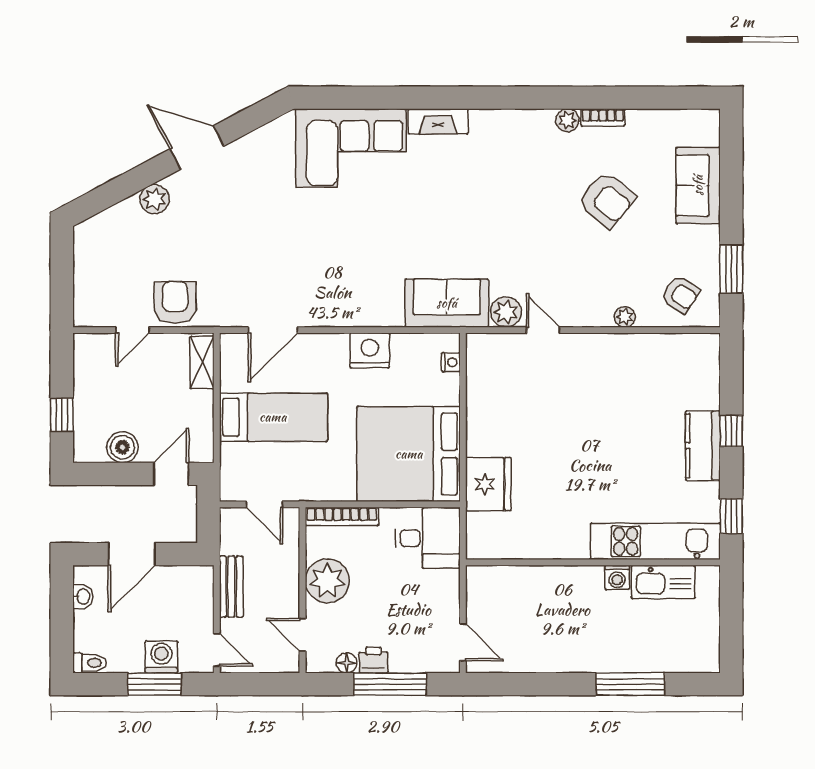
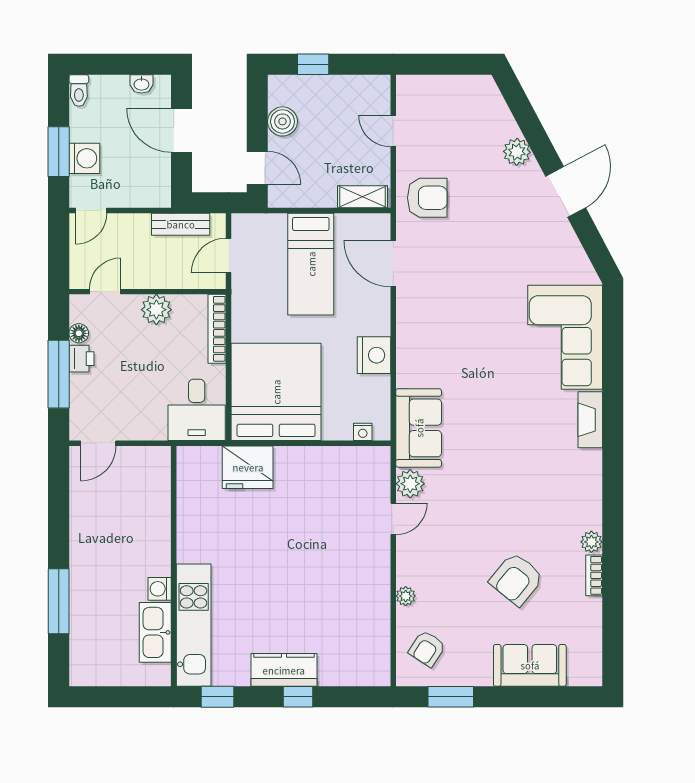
armchair: (175, 302) -> (427, 198), moved
plant: (327, 581) -> (156, 310), width x0.73, depth x0.73
bench: (231, 587) -> (181, 224), moved

